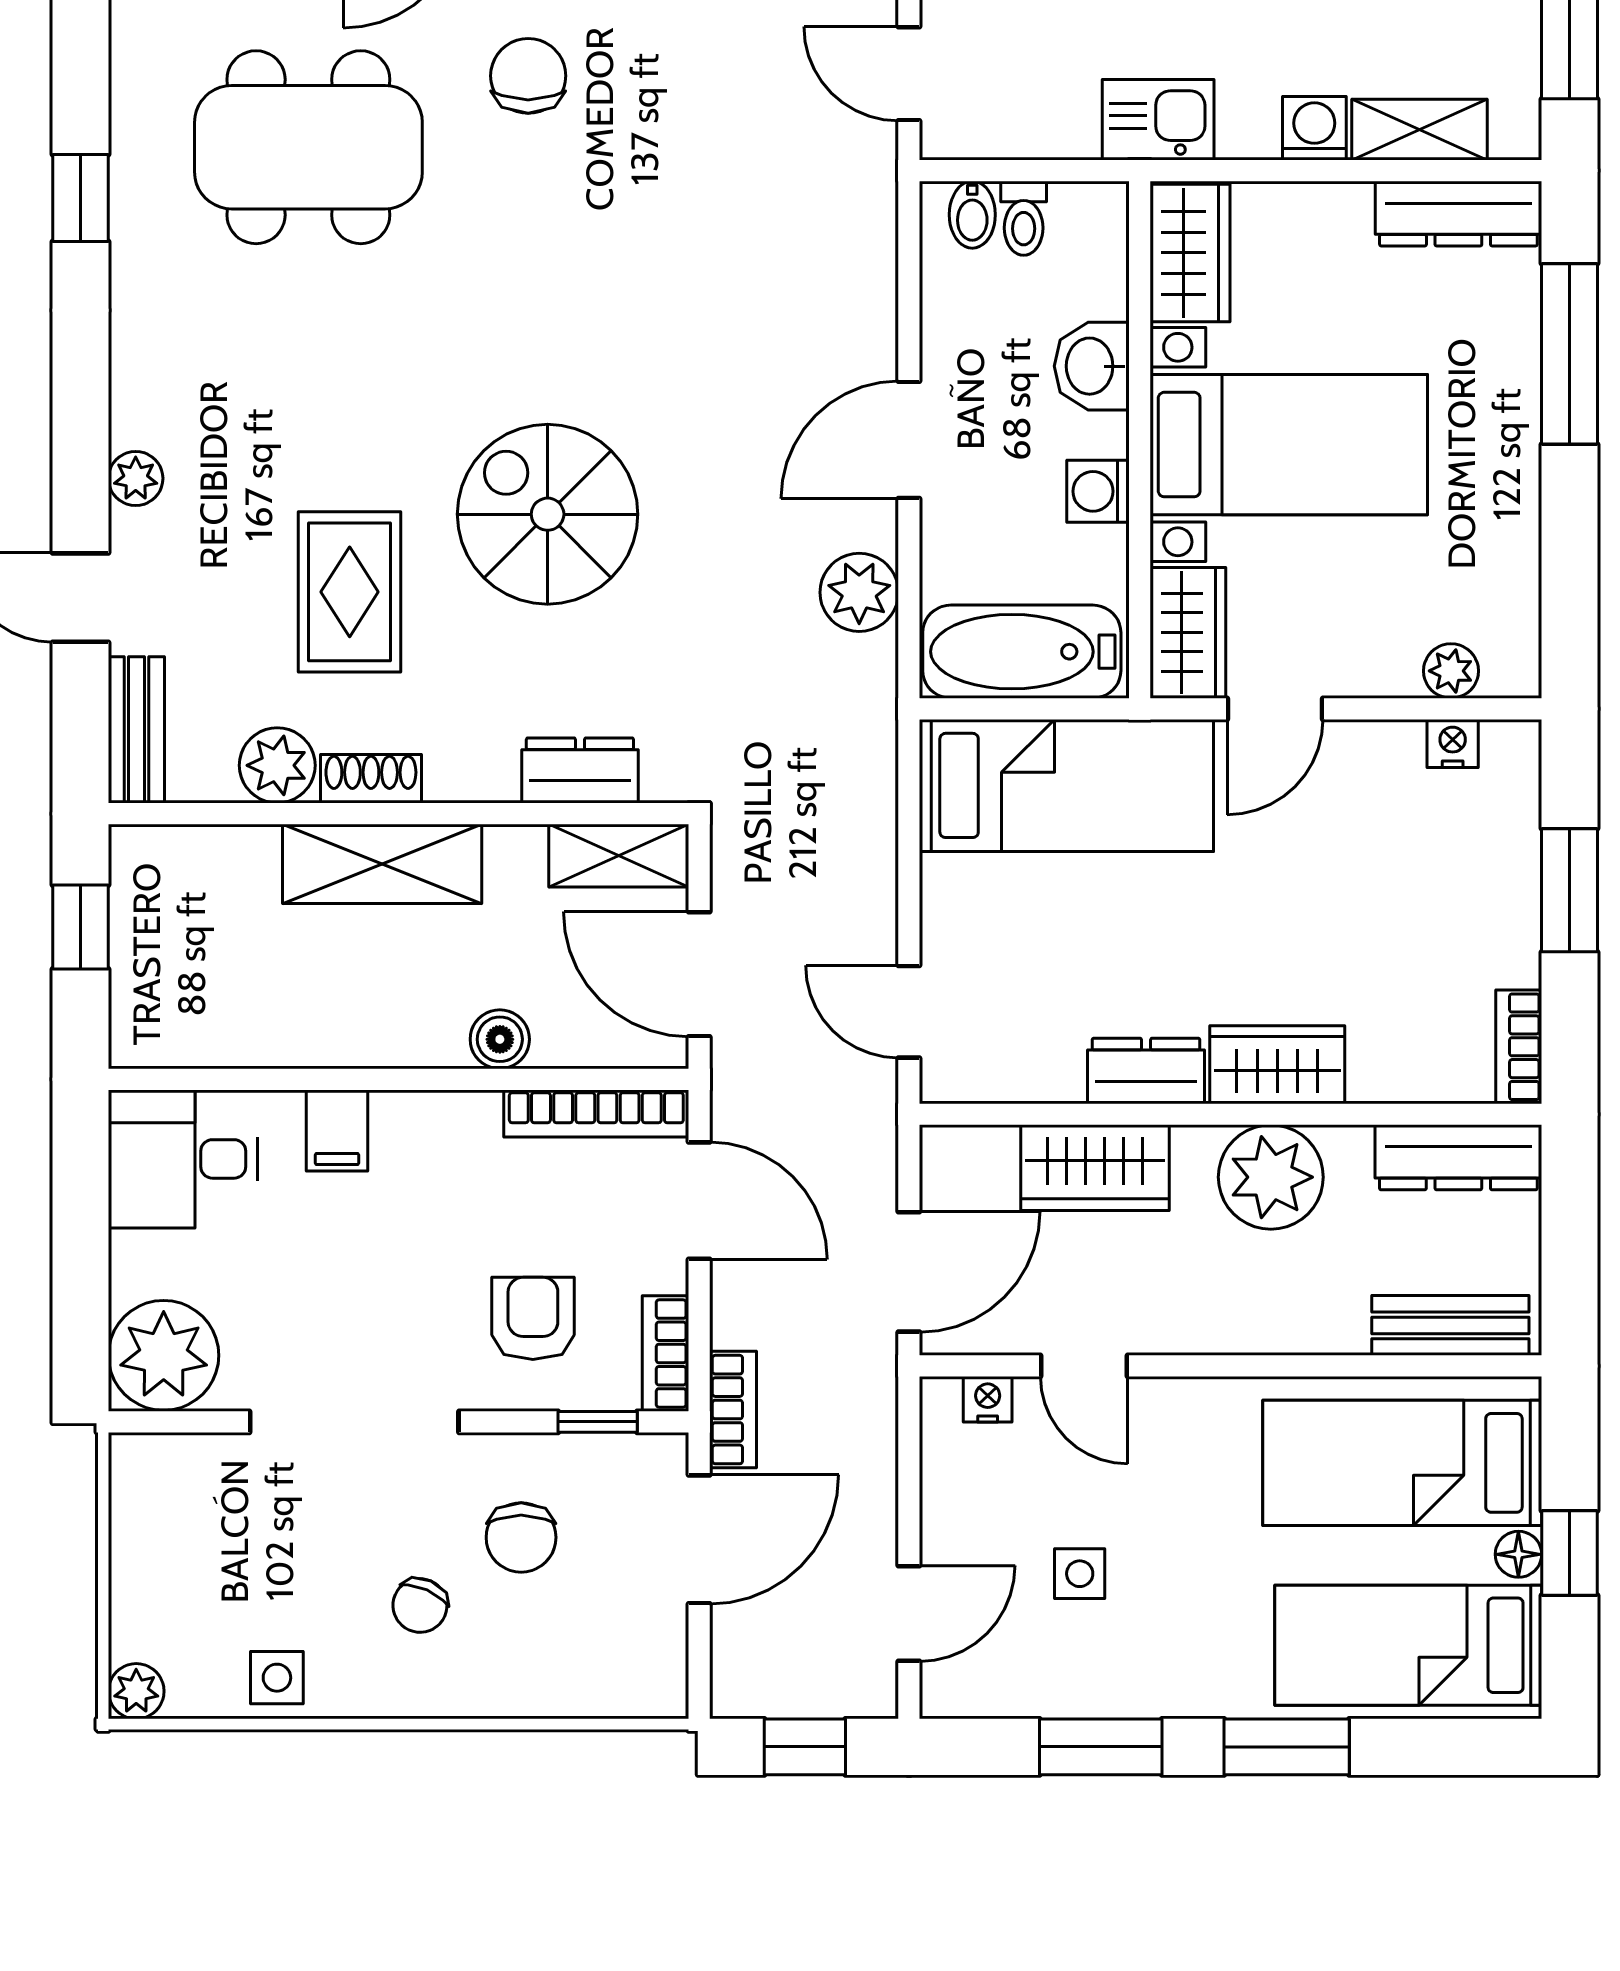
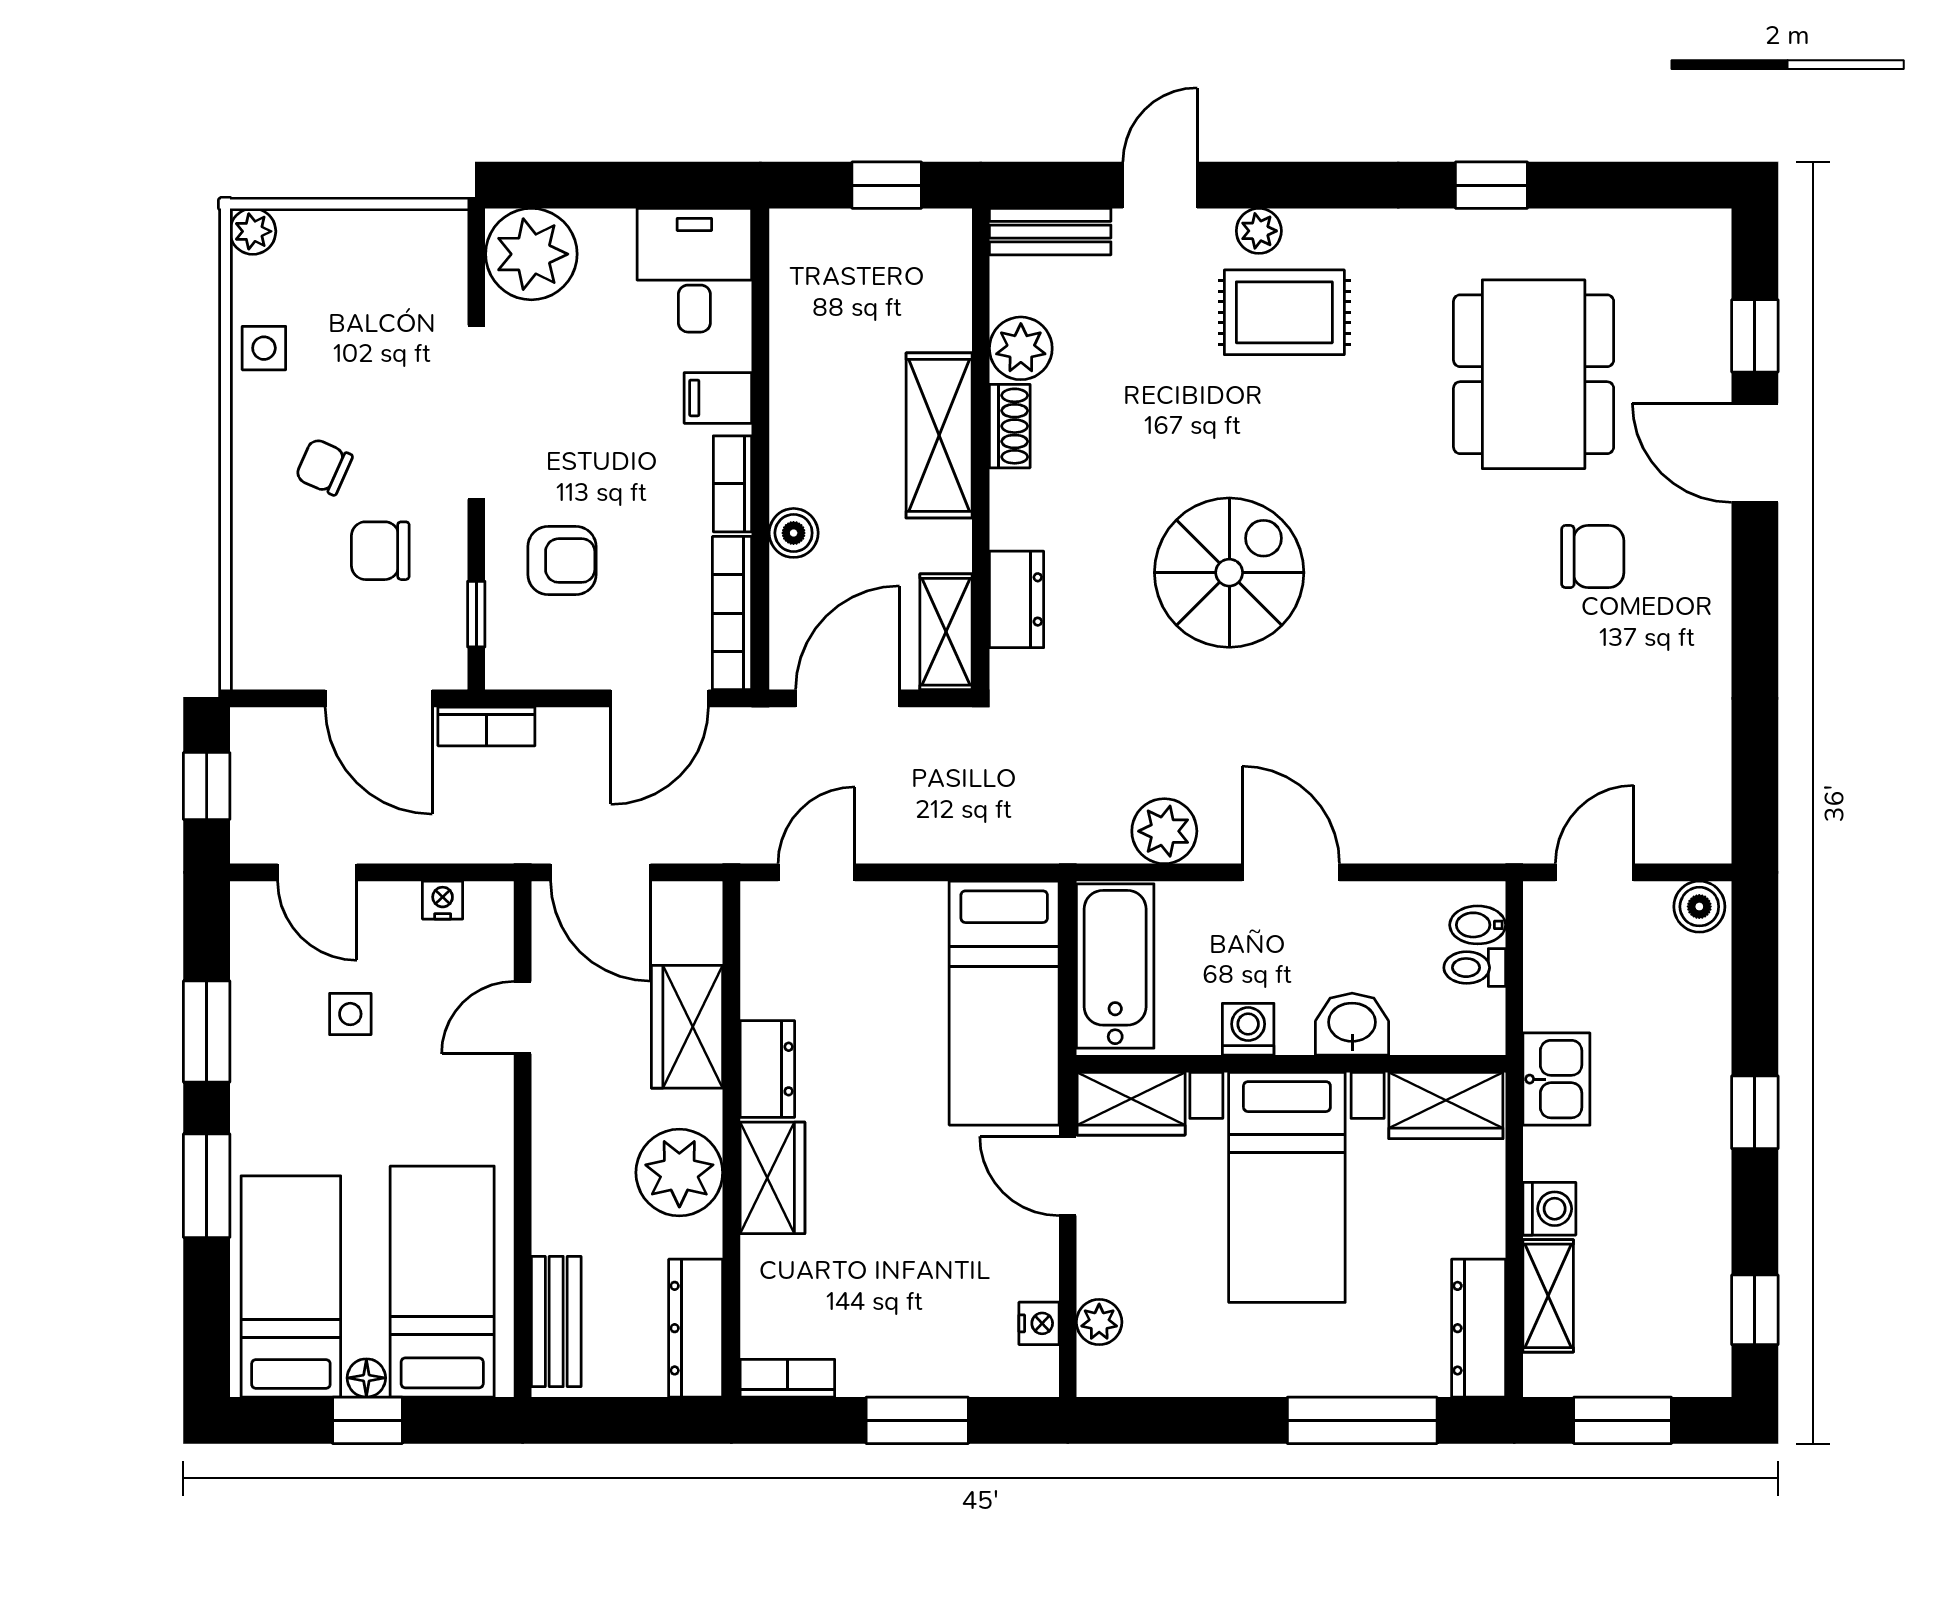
rug: (350, 592) -> (1284, 312), moved
bookcase: (666, 1353) -> (732, 484), moved, turned -90
nightstand: (988, 1399) -> (443, 900), moved, turned -90

